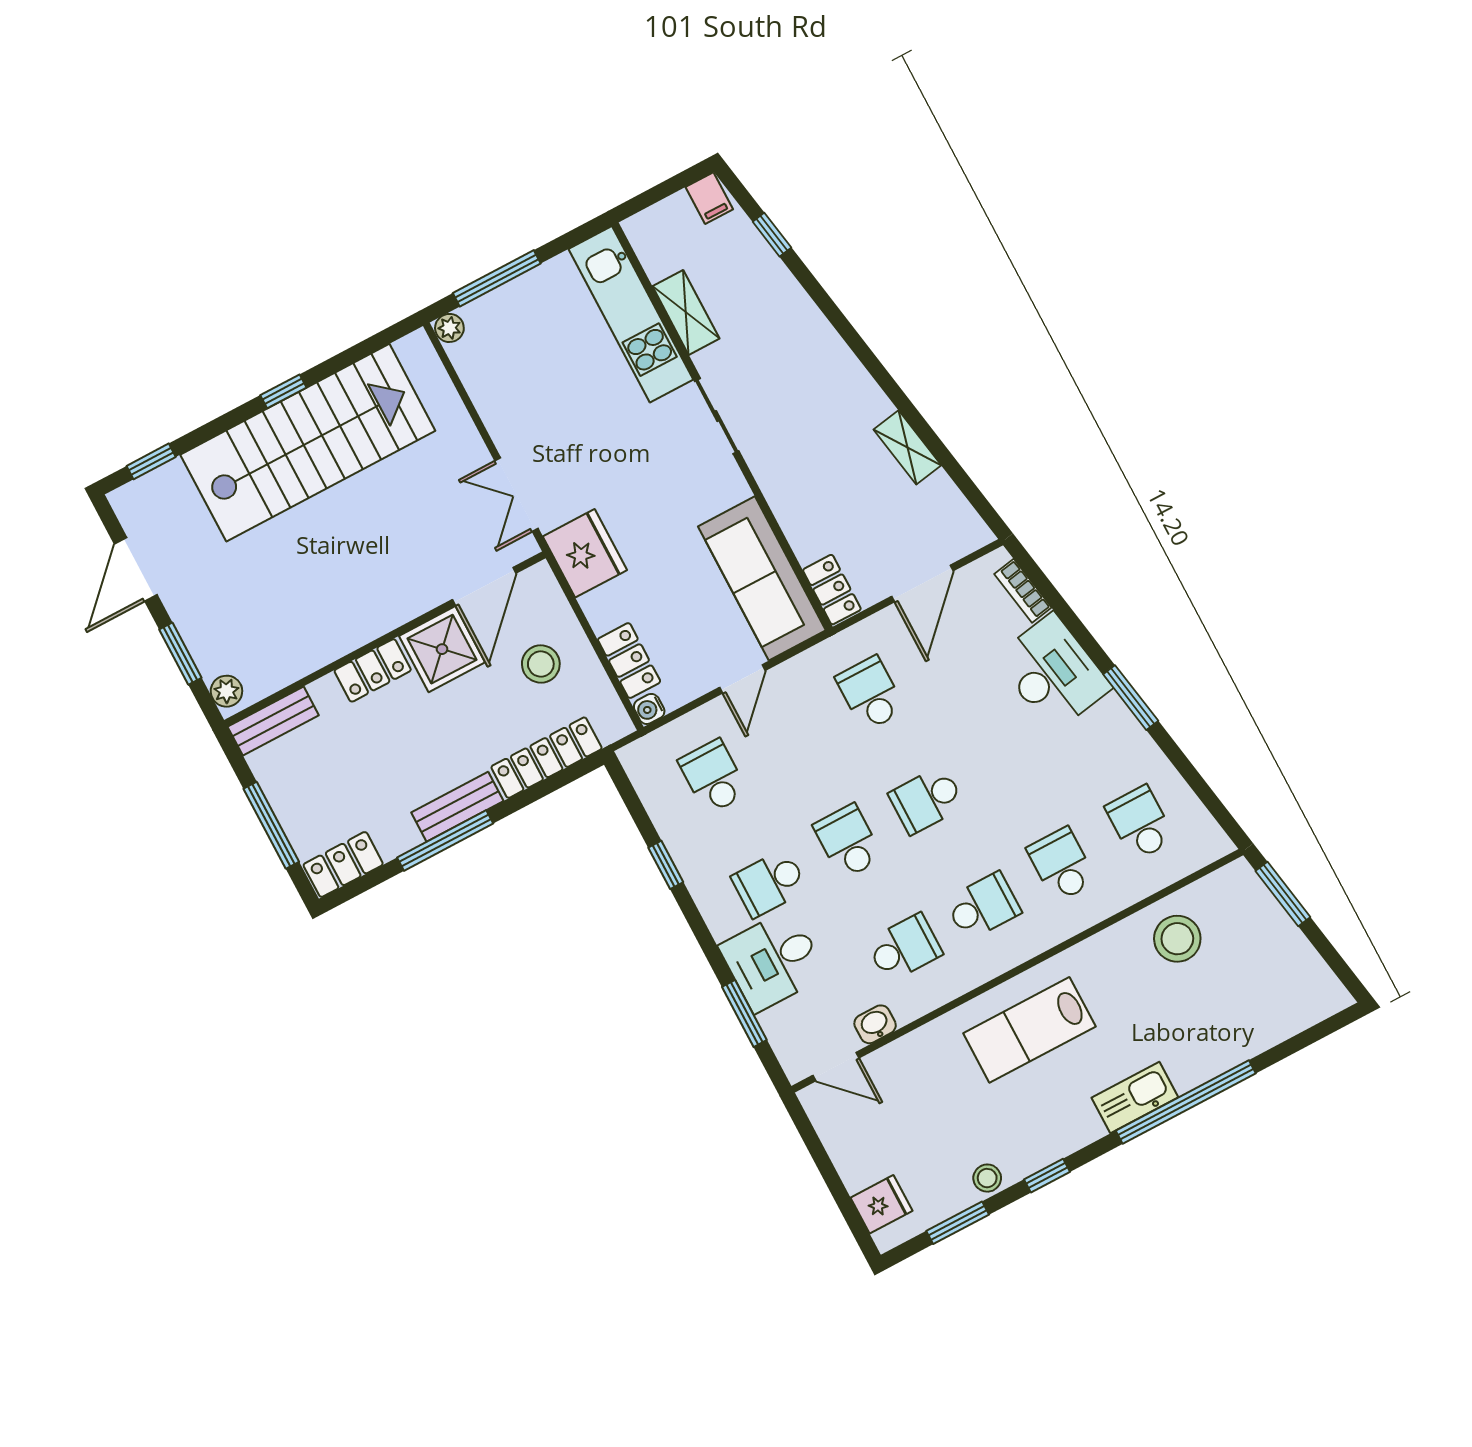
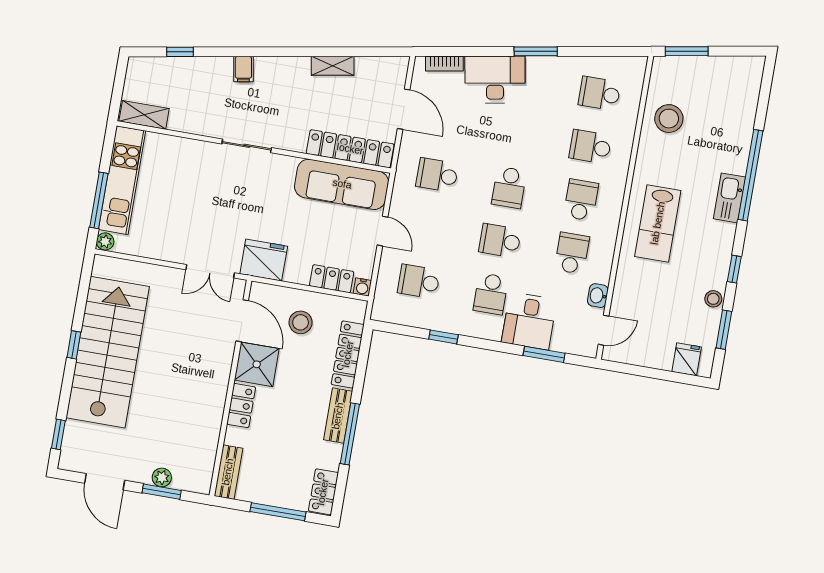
filing cabinet: (709, 198) -> (243, 69), moved, turned 80
shelving: (686, 312) -> (144, 115), moved
kitchen unit: (631, 314) -> (122, 180), moved, turned -90
locker: (832, 590) -> (350, 149), width x2.16, depth x1.21
plant: (226, 691) -> (162, 477), moved

